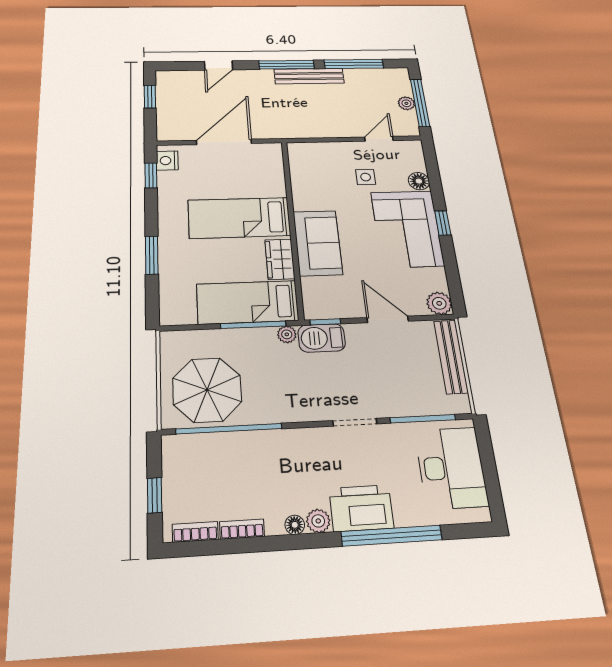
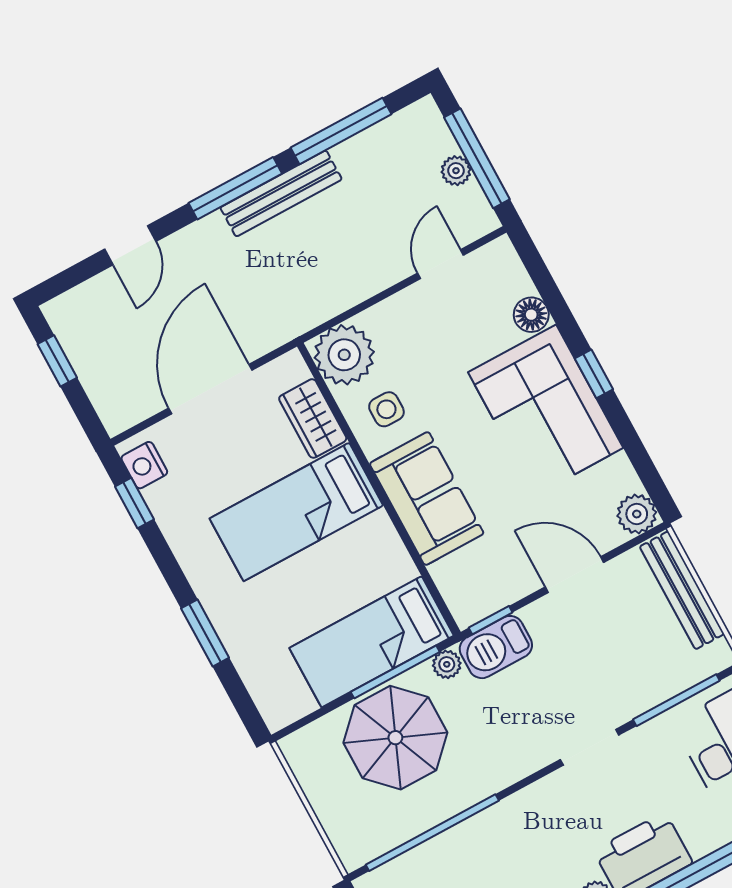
plant: (306, 157) -> (344, 355), added
side table: (366, 177) -> (386, 409), moved
wardrobe: (280, 259) -> (313, 419), moved
parasol: (207, 390) -> (395, 738), moved

